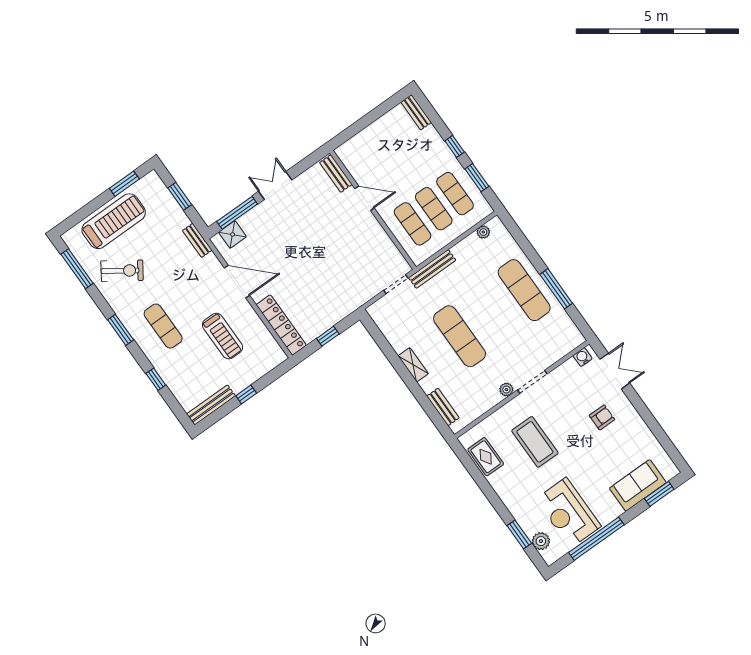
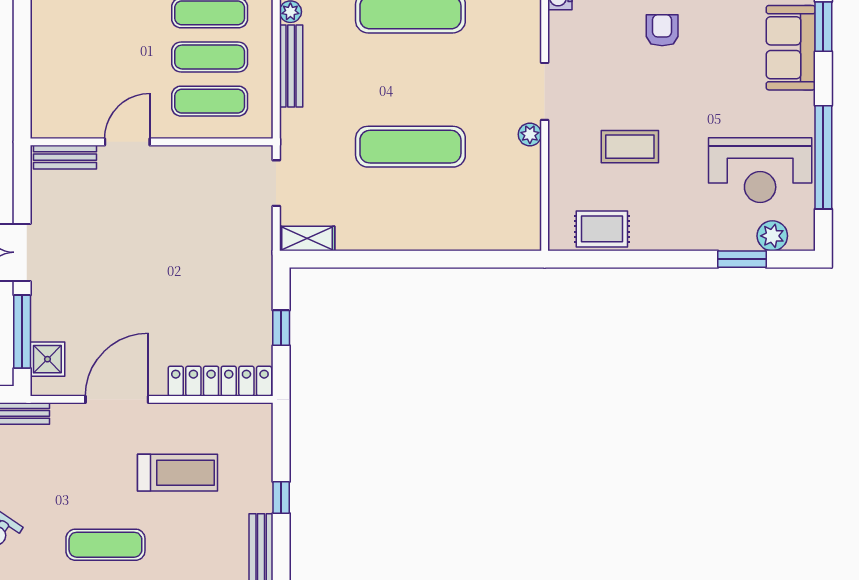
bench: (432, 269) -> (291, 66), moved
shelving: (413, 365) -> (307, 239), moved
bench: (443, 407) -> (492, 239), removed
coffee table: (535, 442) -> (630, 147), width x0.73, depth x0.76

